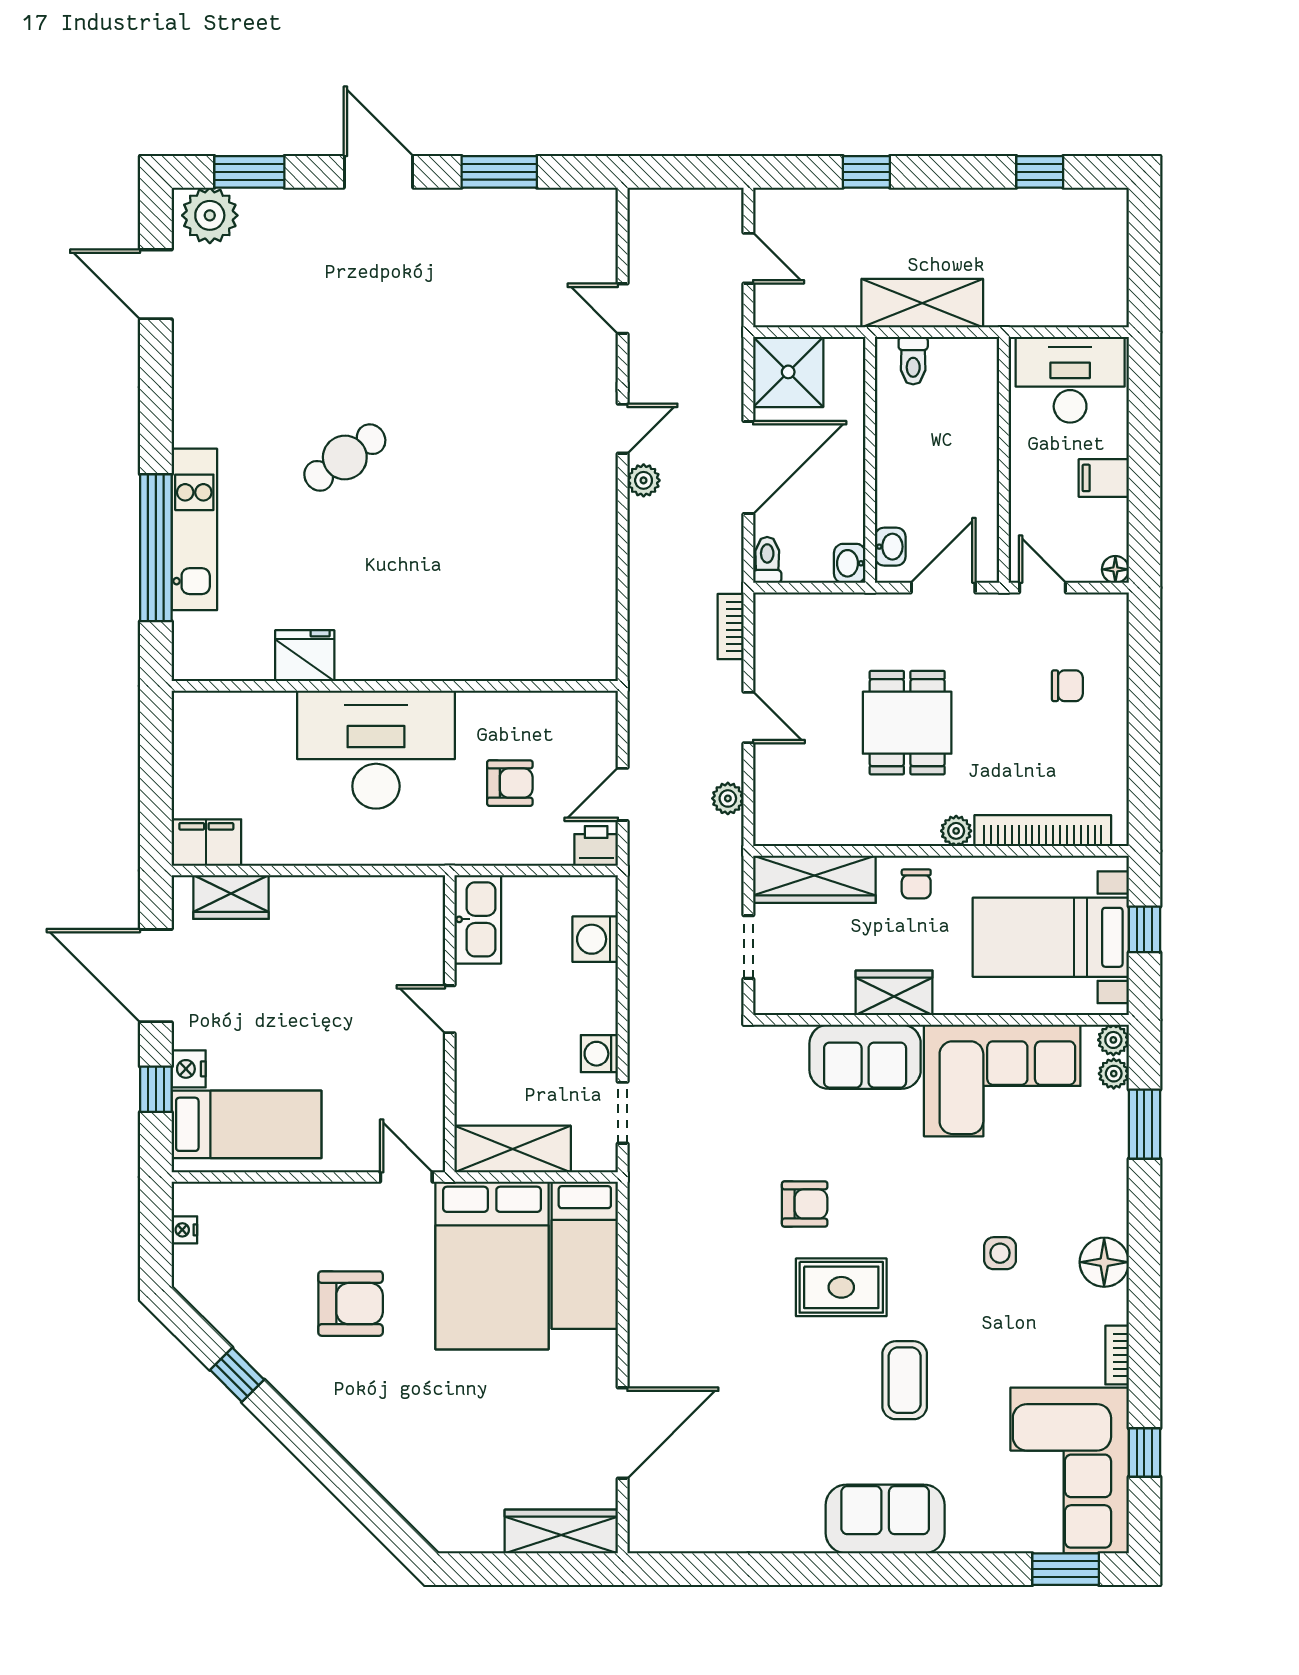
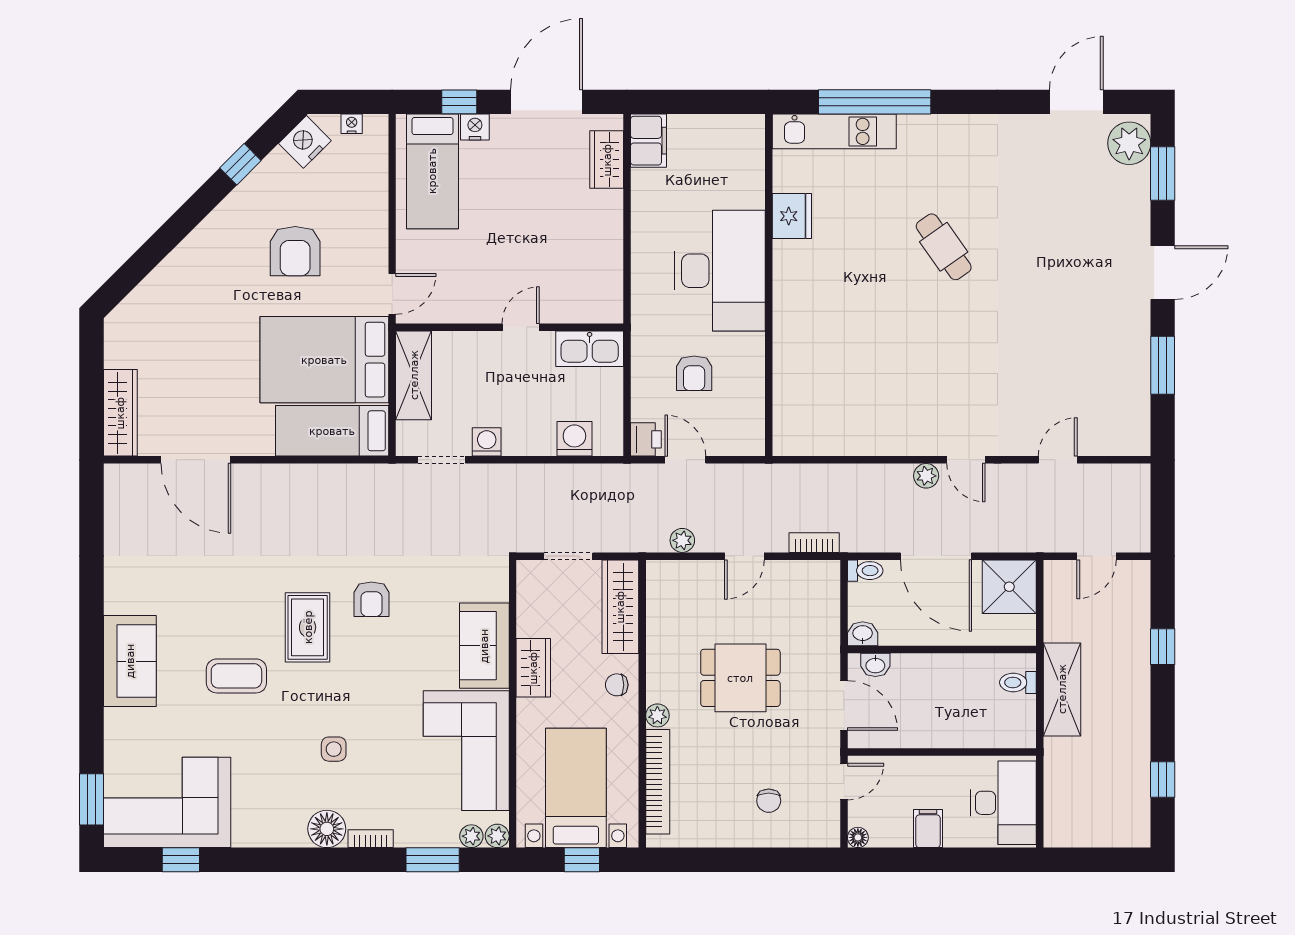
kitchen unit: (194, 529) -> (834, 131), moved
nightstand: (208, 1291) -> (305, 142), added
bookcase: (1117, 1355) -> (371, 839), moved

